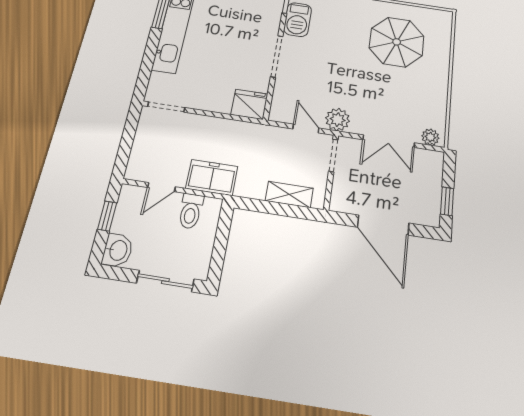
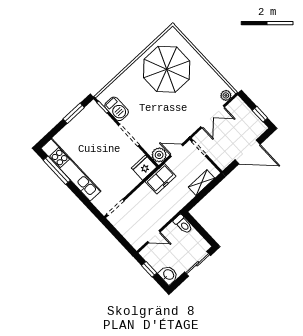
parasol: (397, 42) -> (167, 69), width x1.36, depth x1.36
plant: (338, 120) -> (159, 155), moved
freezer: (212, 177) -> (161, 179), moved, turned 180
door: (161, 187) -> (154, 237), hinge flipped
toilet: (191, 211) -> (183, 224), moved

